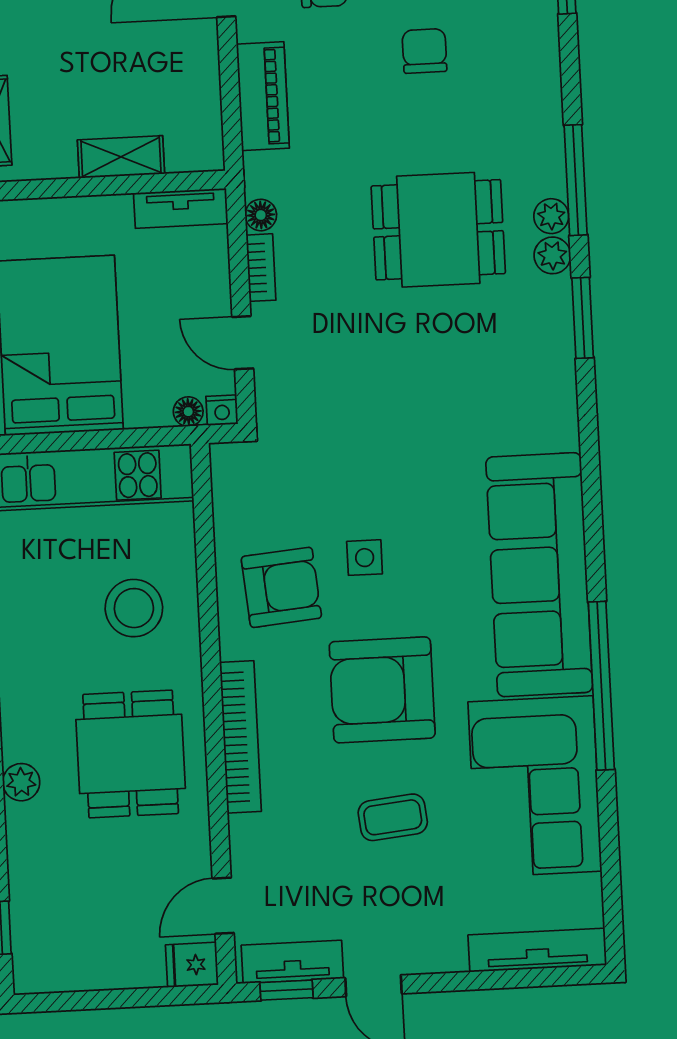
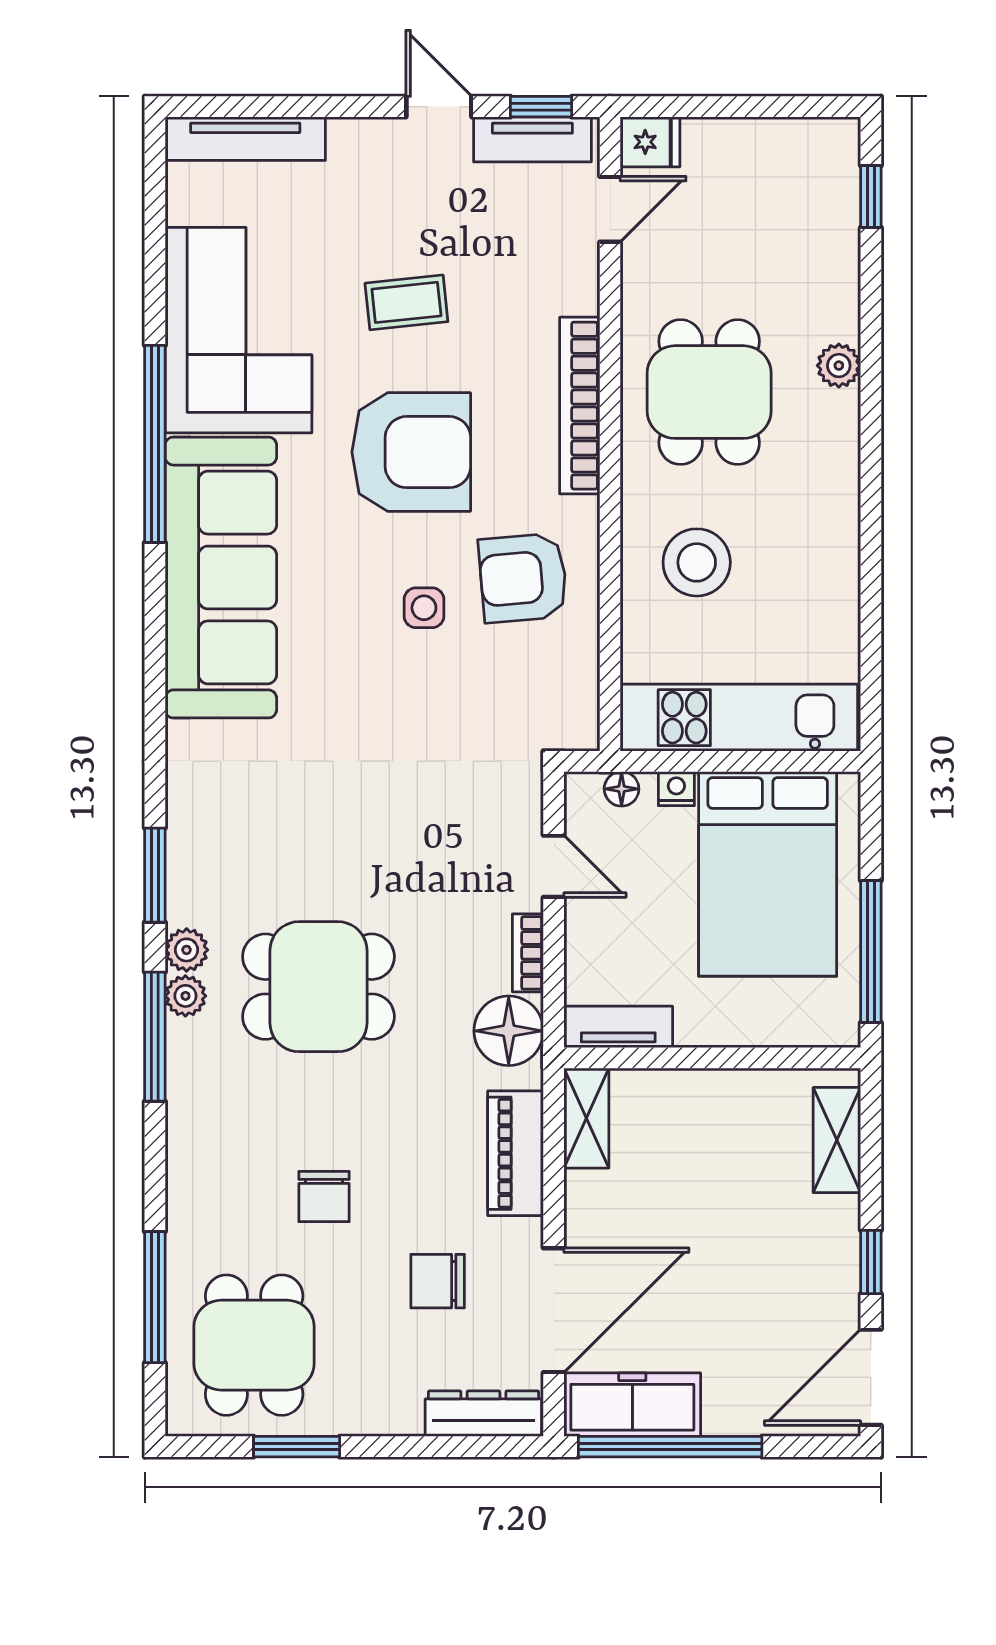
shelving: (121, 157) -> (586, 1118), moved, turned 90
floor lamp: (261, 215) -> (509, 1031), width x1.89, depth x1.89
nightstand: (222, 410) -> (676, 789), moved

